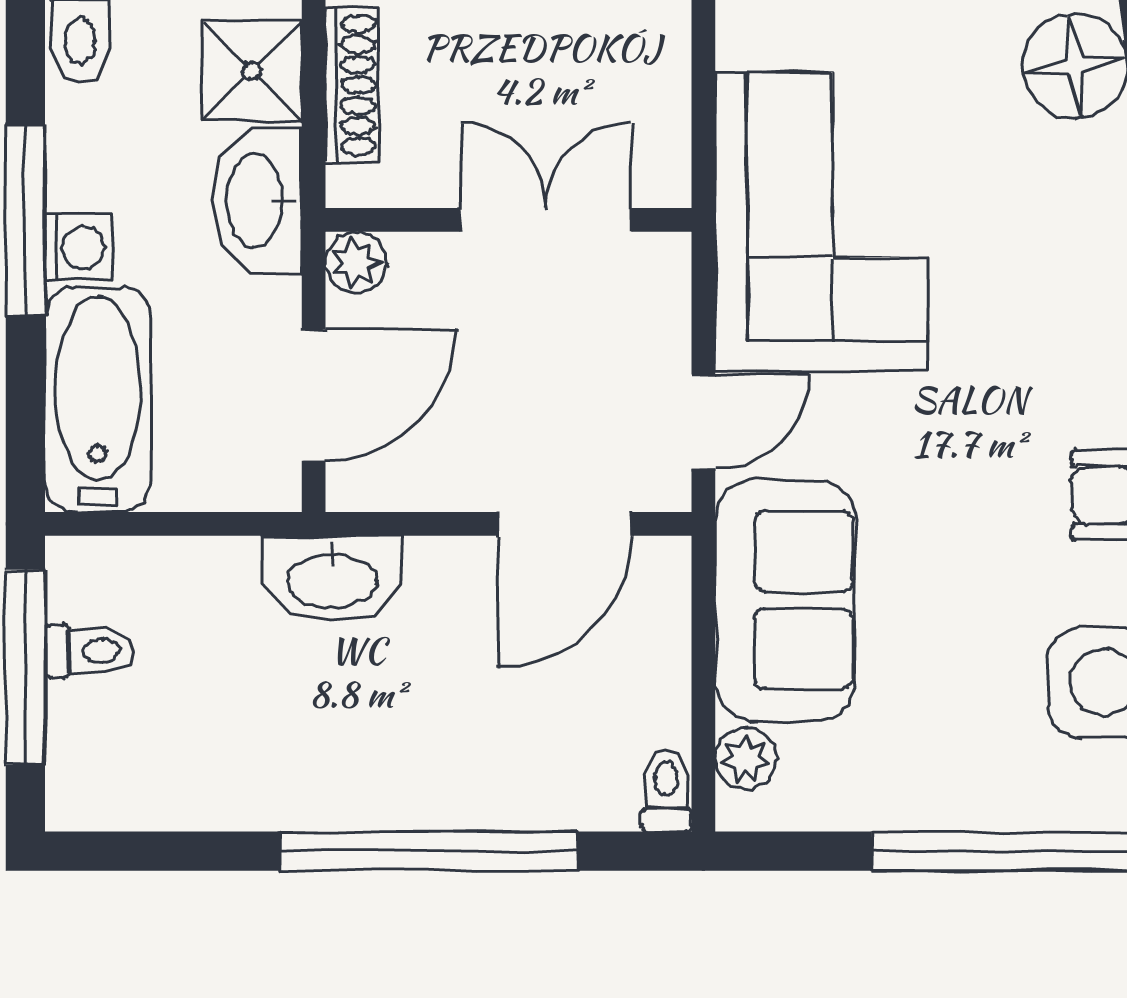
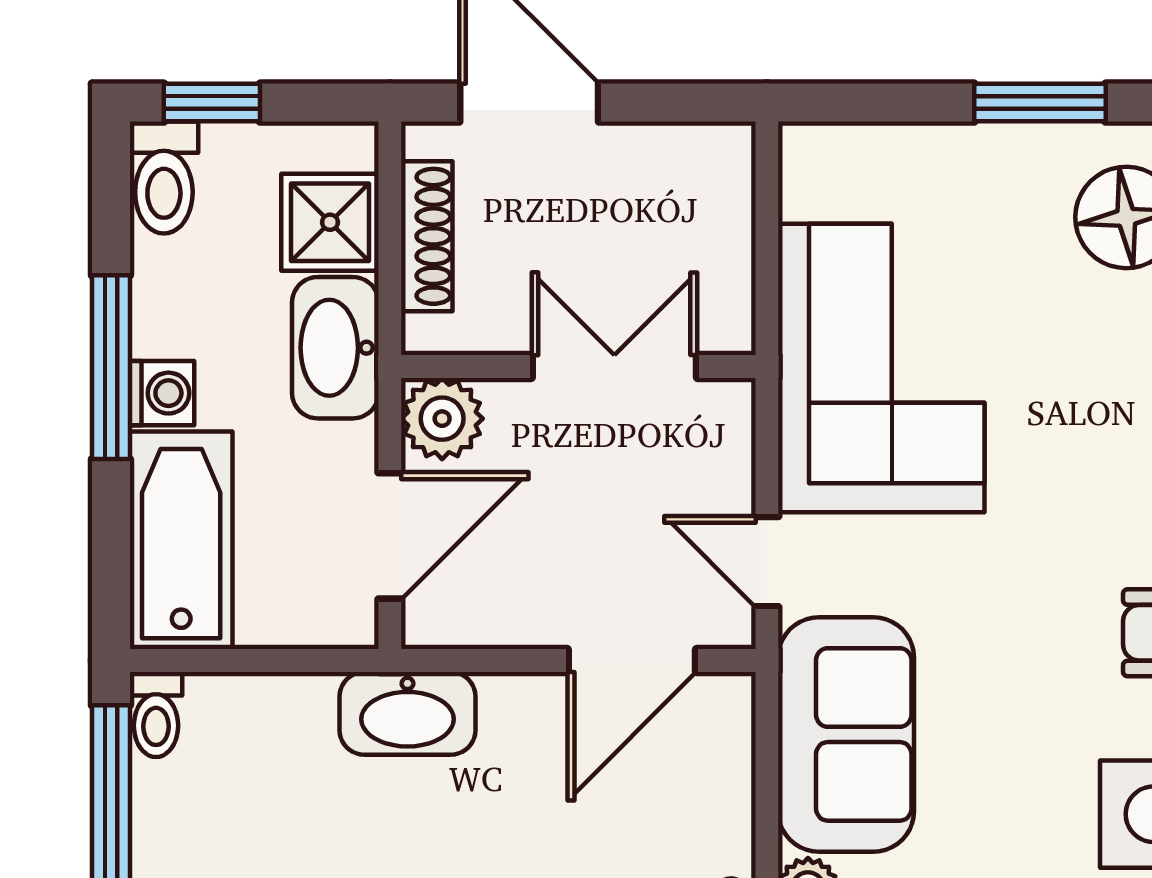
plant: (356, 262) -> (442, 419), width x1.38, depth x1.38
door: (703, 422) -> (767, 562), swing flipped
toilet: (89, 651) -> (156, 714), moved, turned 90

